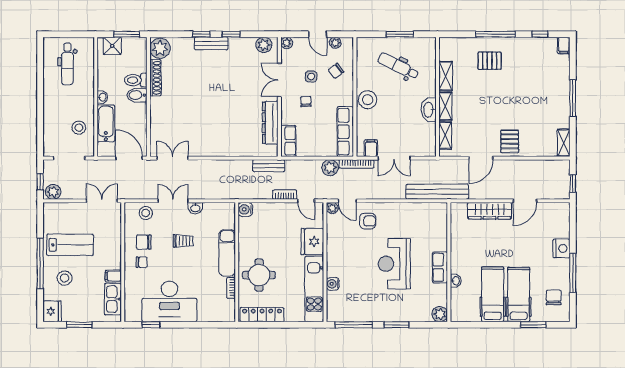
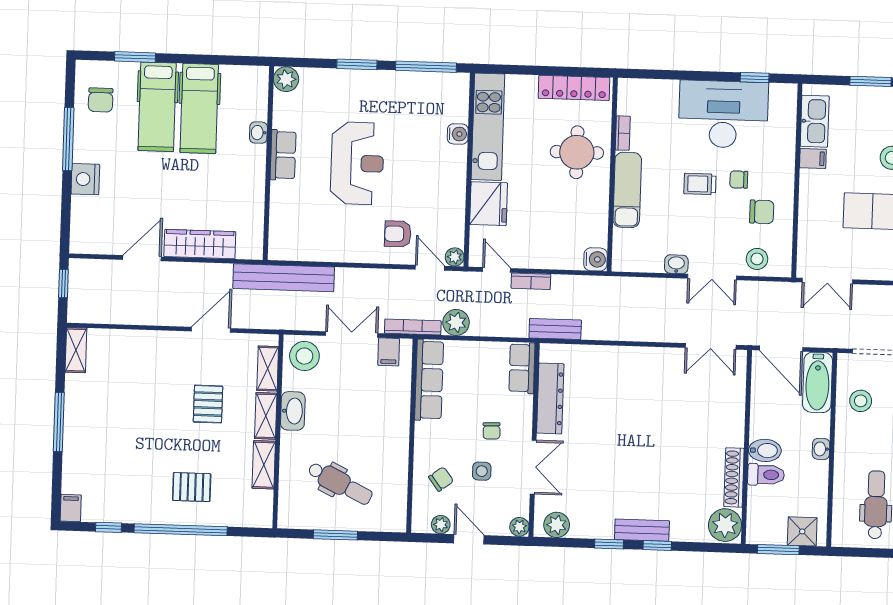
window: (495, 34) -> (181, 530), width x1.46
stool: (368, 100) -> (304, 356), moved
bathtub: (106, 123) -> (817, 382), moved
pallet: (510, 141) -> (208, 404), moved
trolley: (183, 241) -> (700, 184), moved
chair: (142, 262) -> (739, 180), moved

